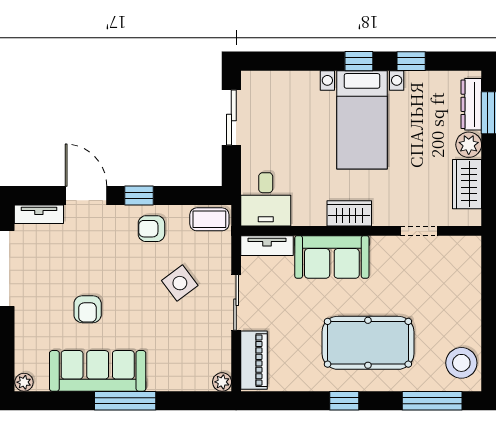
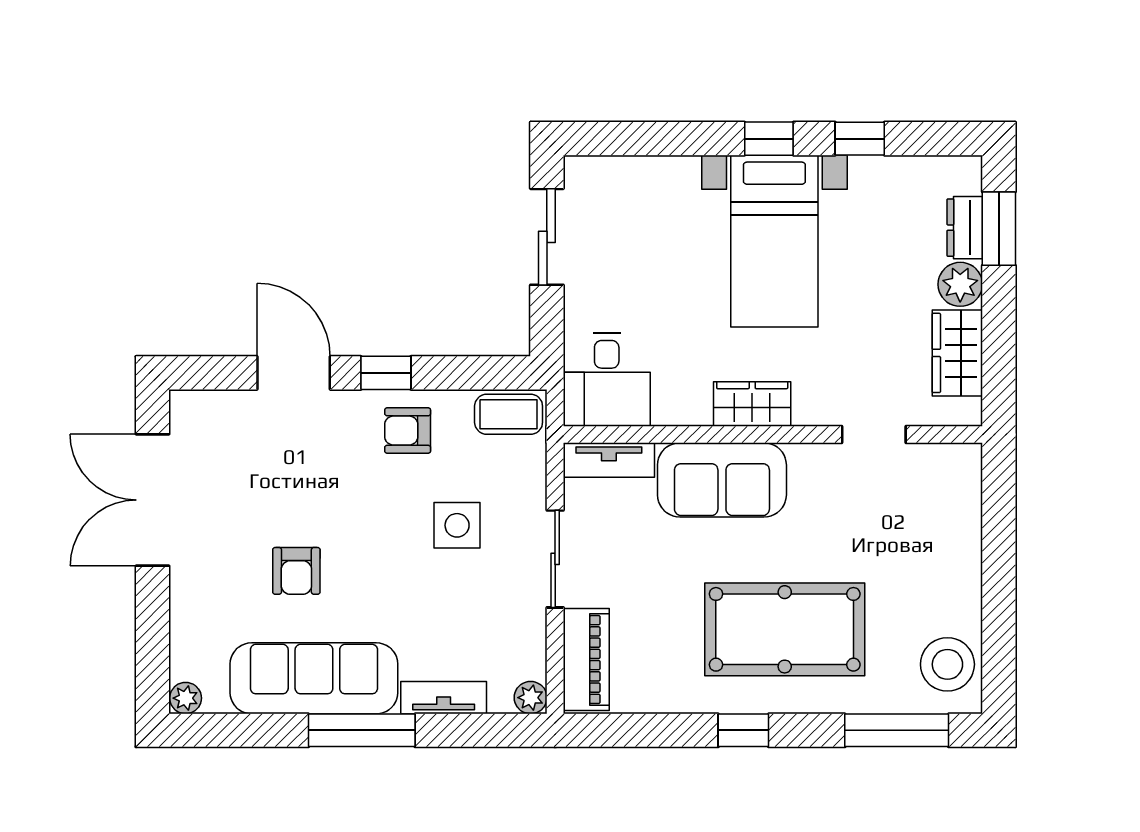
dresser: (471, 104) -> (965, 228), width x0.70
tv unit: (39, 214) -> (444, 698), moved, turned 180
side table: (180, 283) -> (457, 525), turned 37

